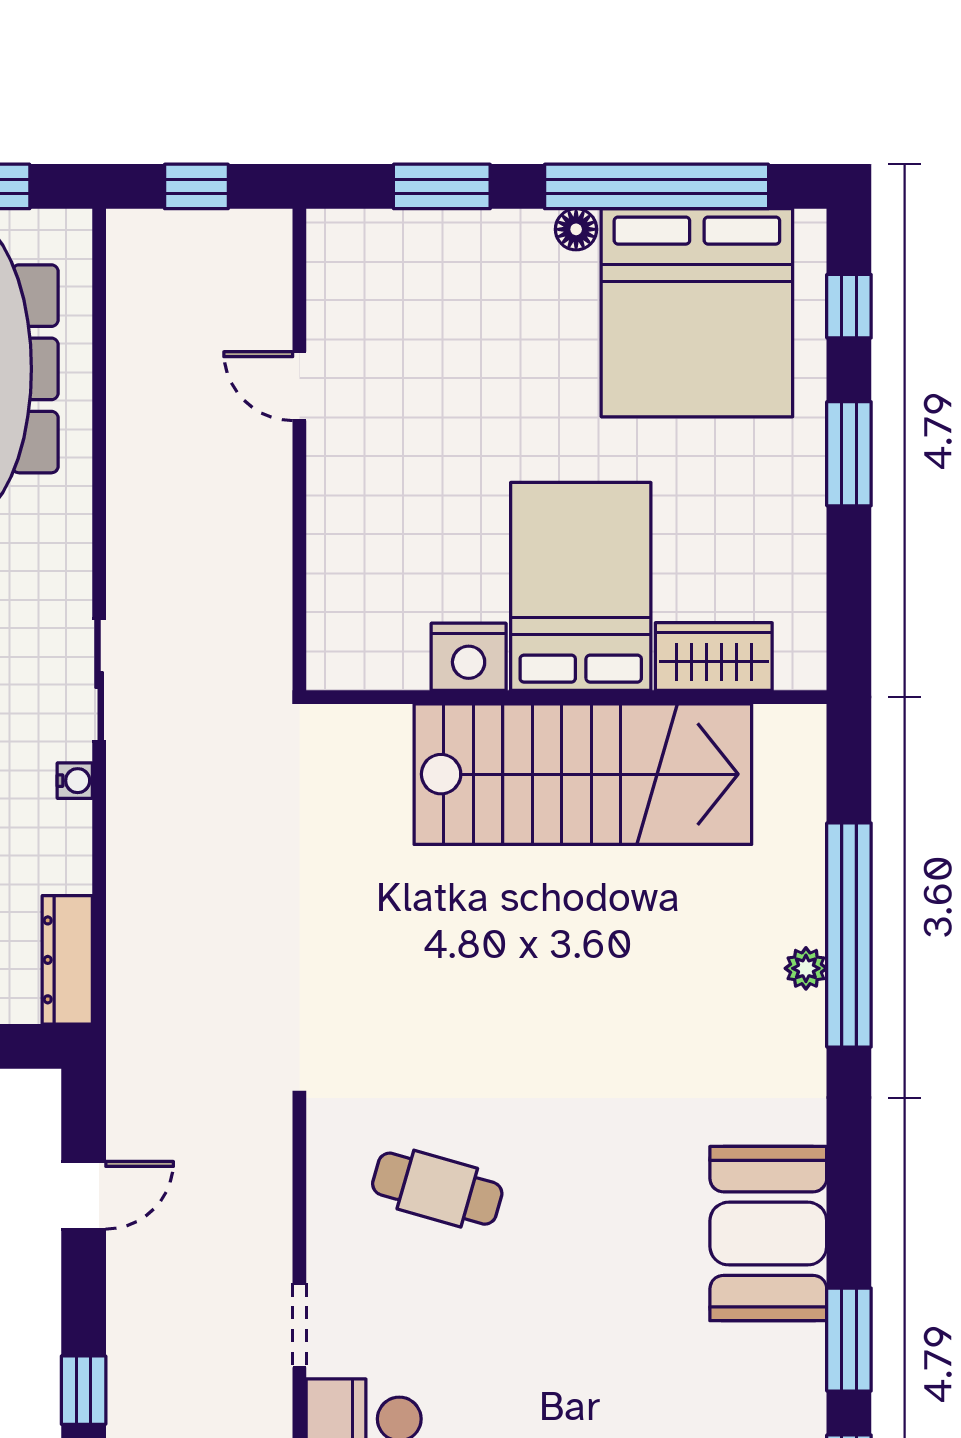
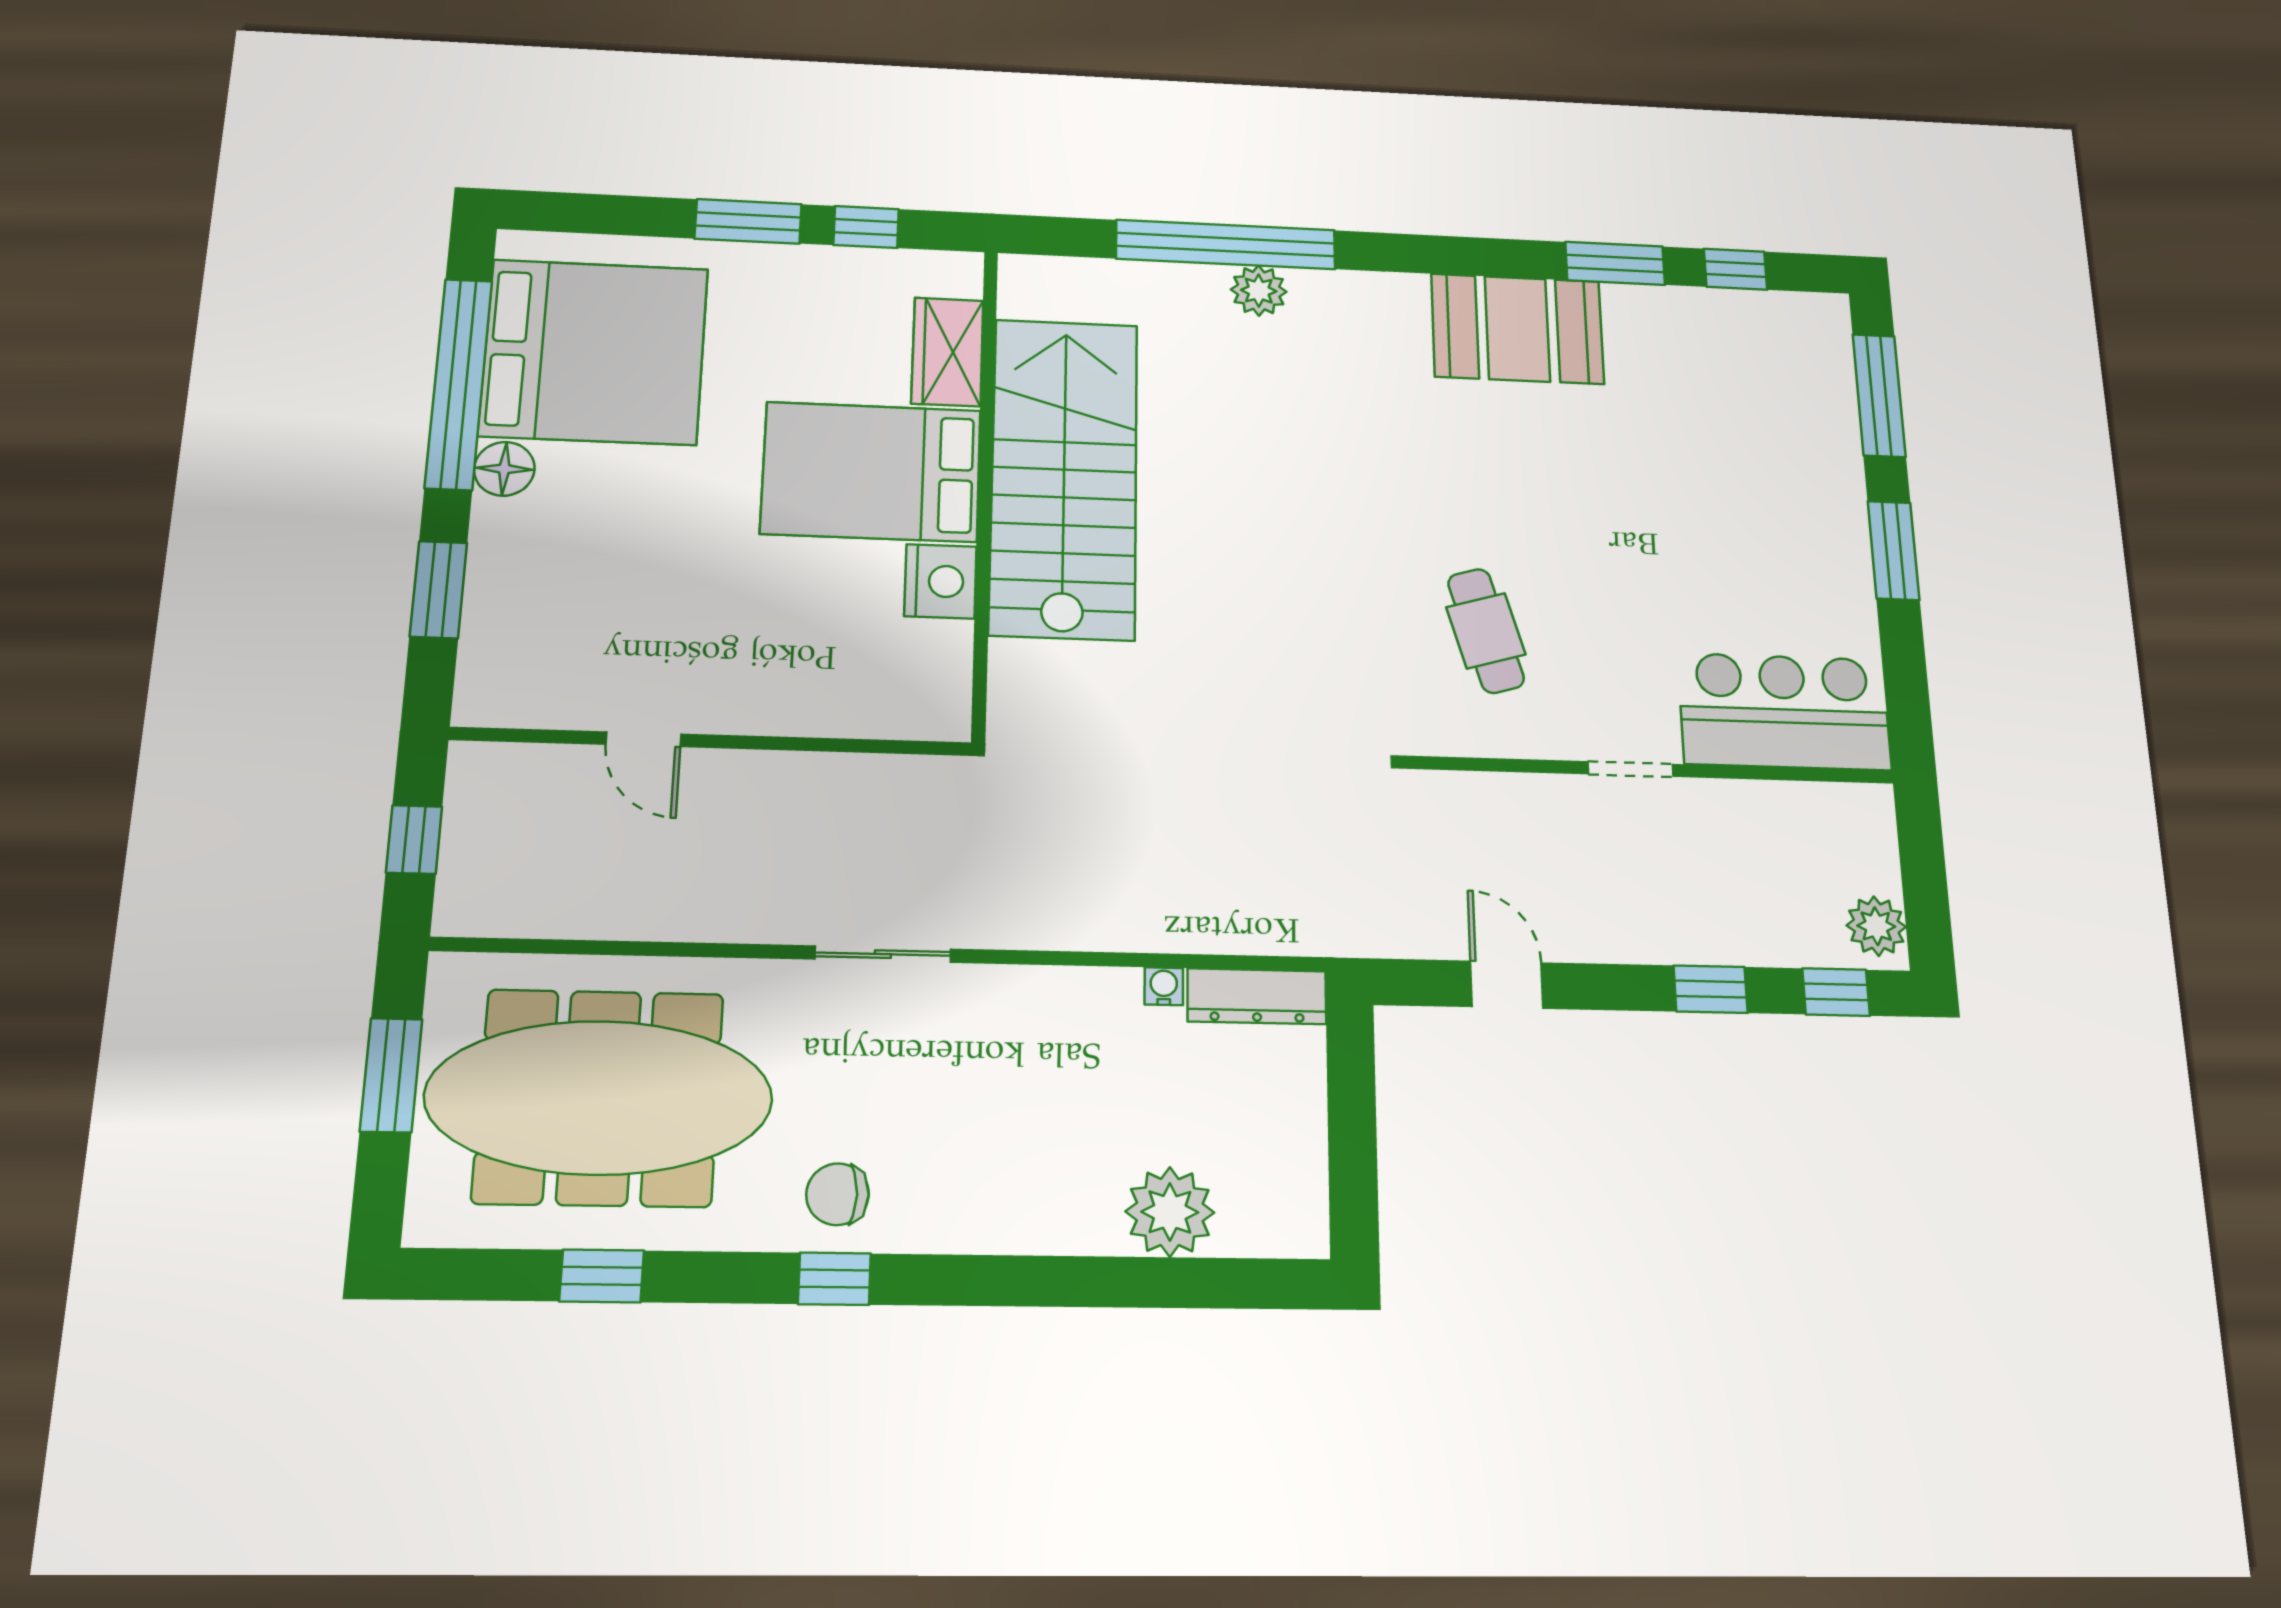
floor lamp: (576, 229) -> (504, 469), width x1.37, depth x1.37
window: (849, 306) -> (866, 227), moved
door: (299, 386) -> (643, 739), hinge flipped
sliding door: (99, 680) -> (883, 954), moved
water cooler: (75, 781) -> (1164, 986), moved
plant: (806, 968) -> (1259, 291), width x1.38, depth x1.38
cafe table: (437, 1189) -> (1486, 631), turned -32

